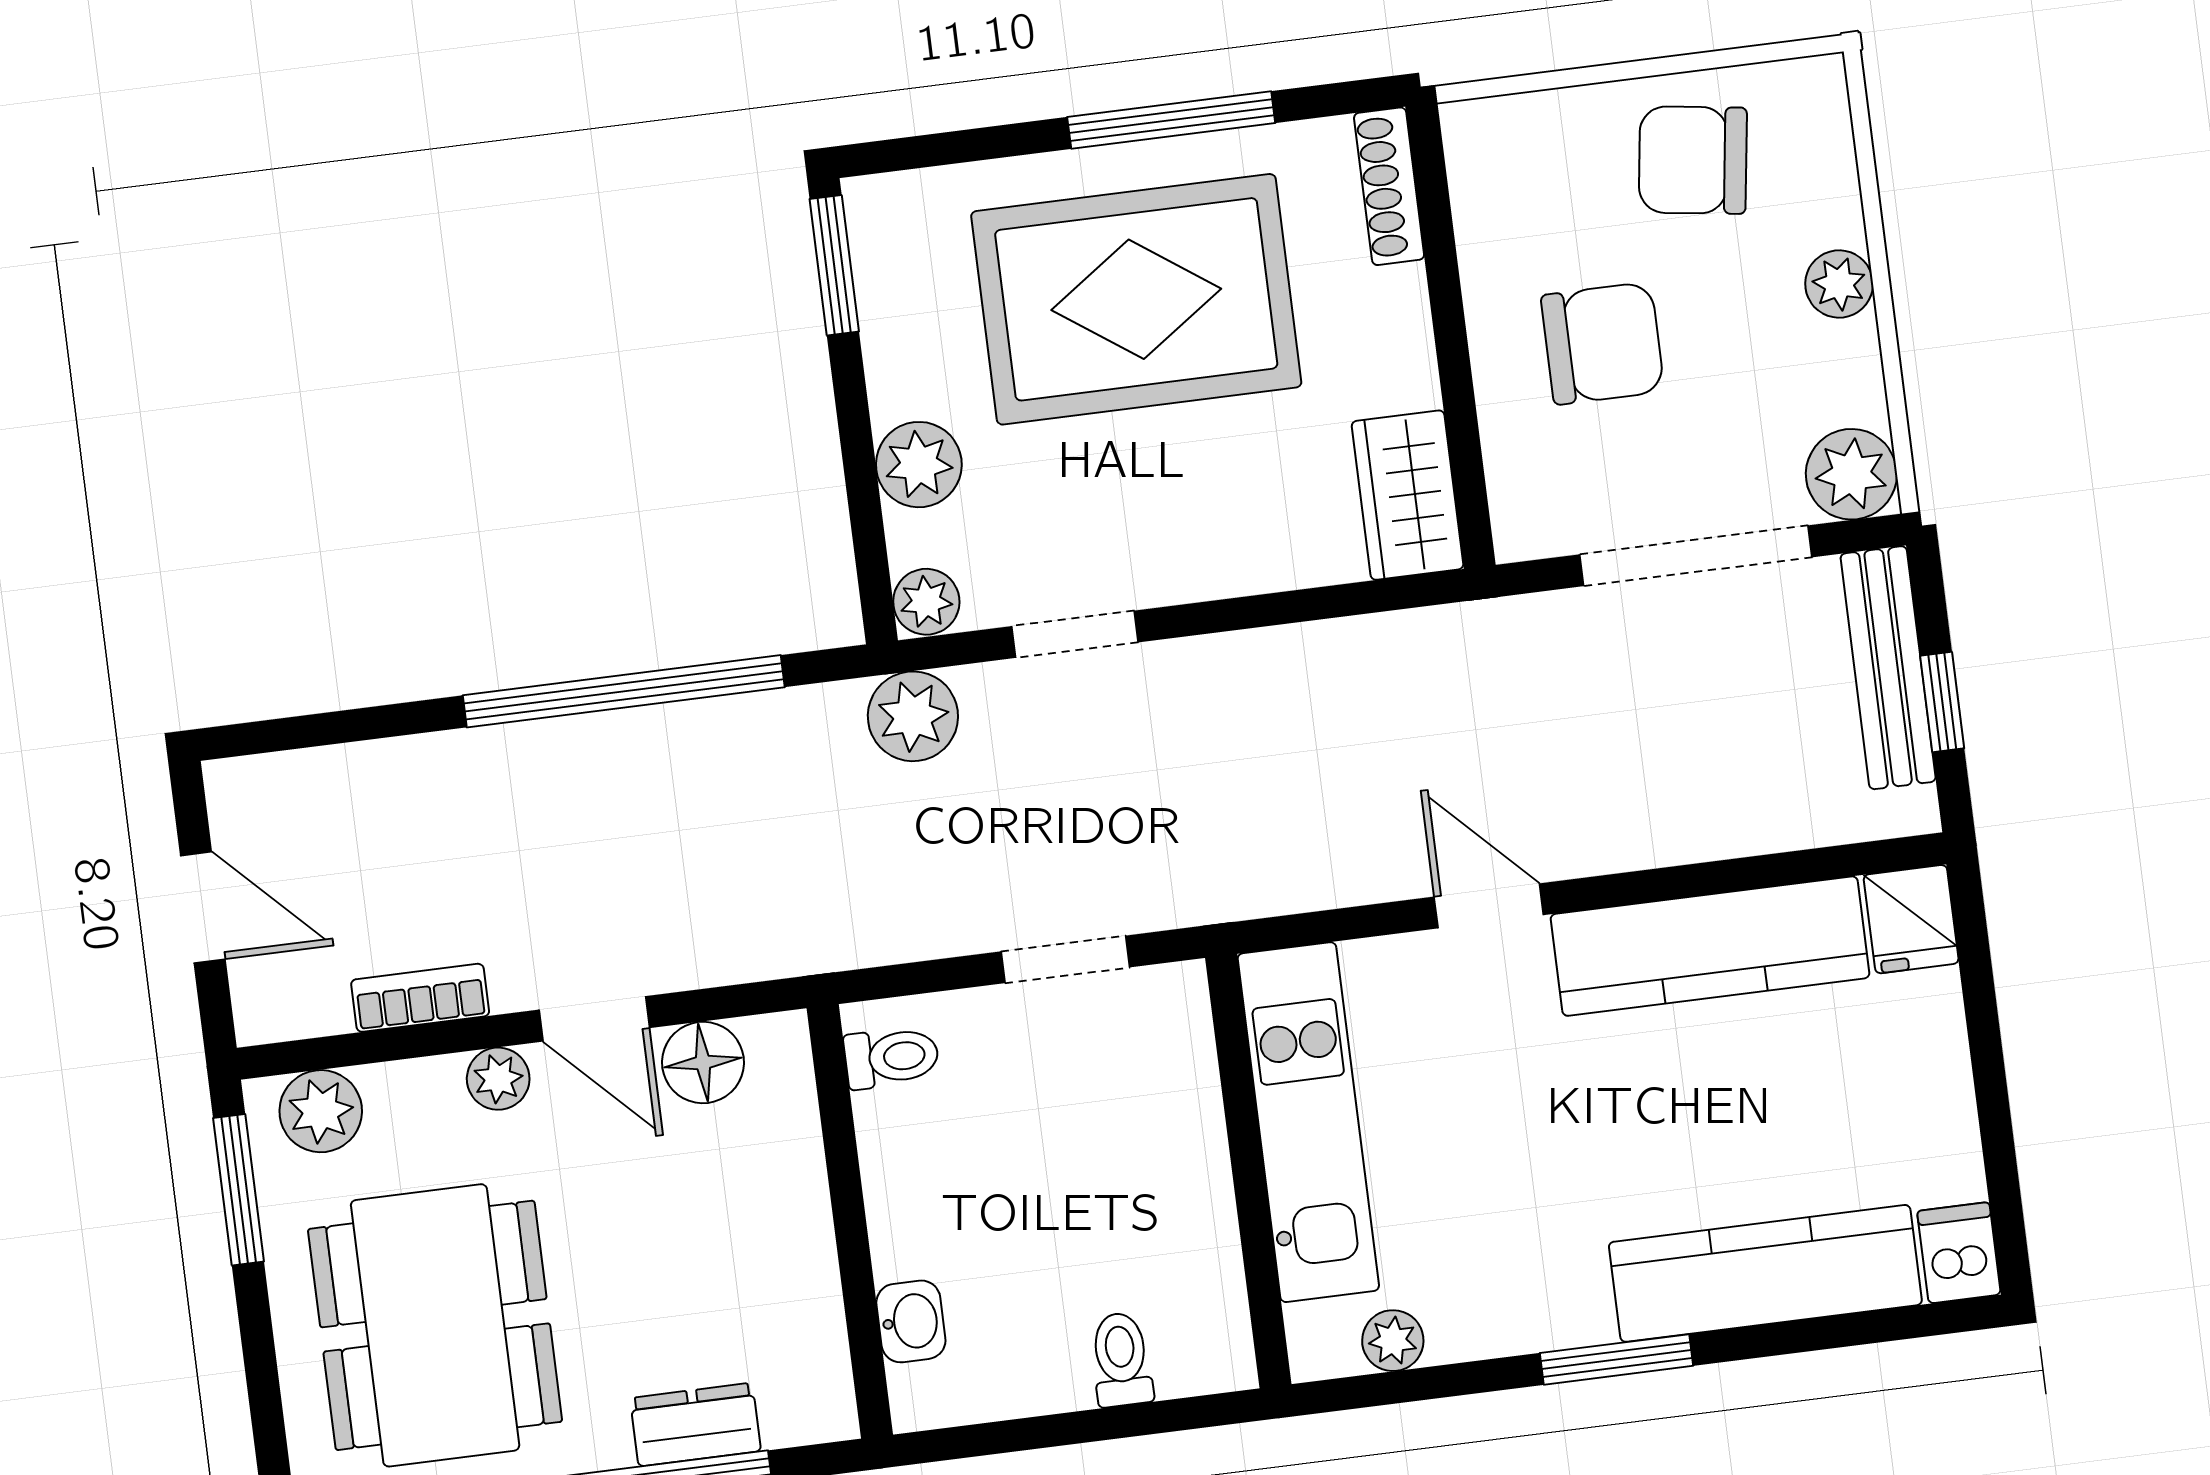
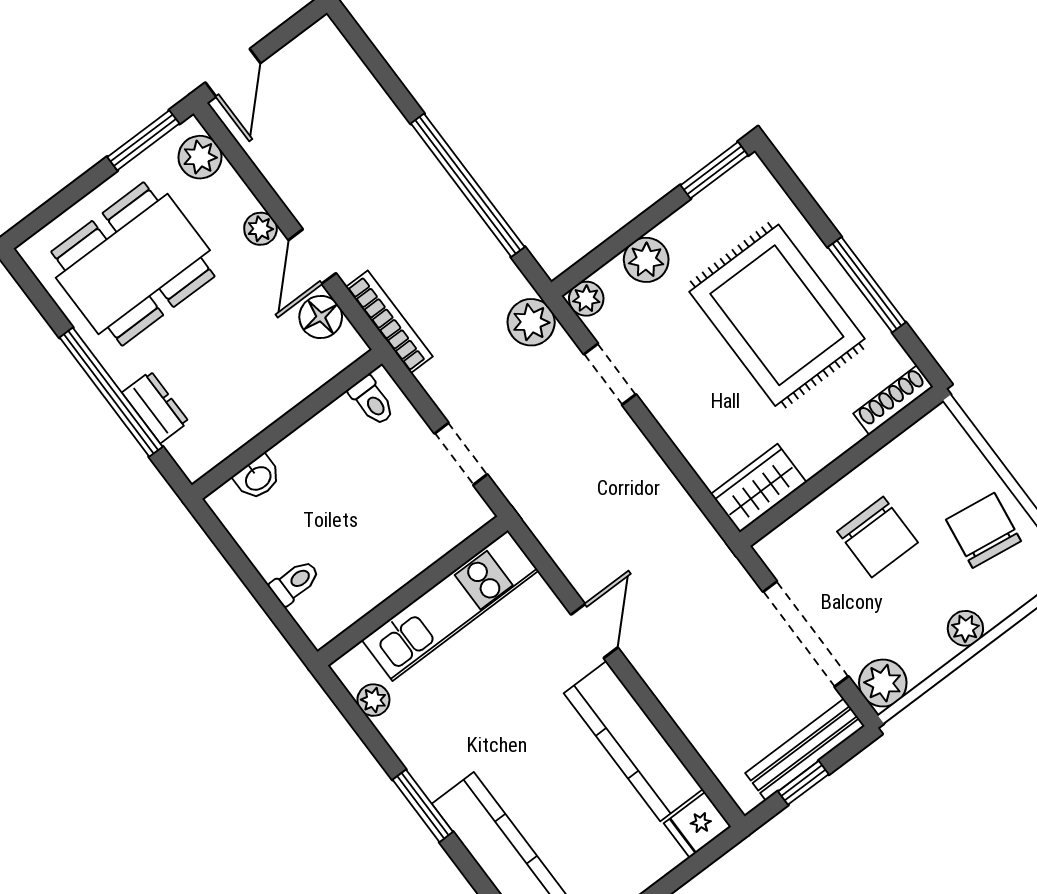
door: (203, 907) -> (233, 73), moved
bookcase: (420, 998) -> (389, 322), moved, width x1.56

